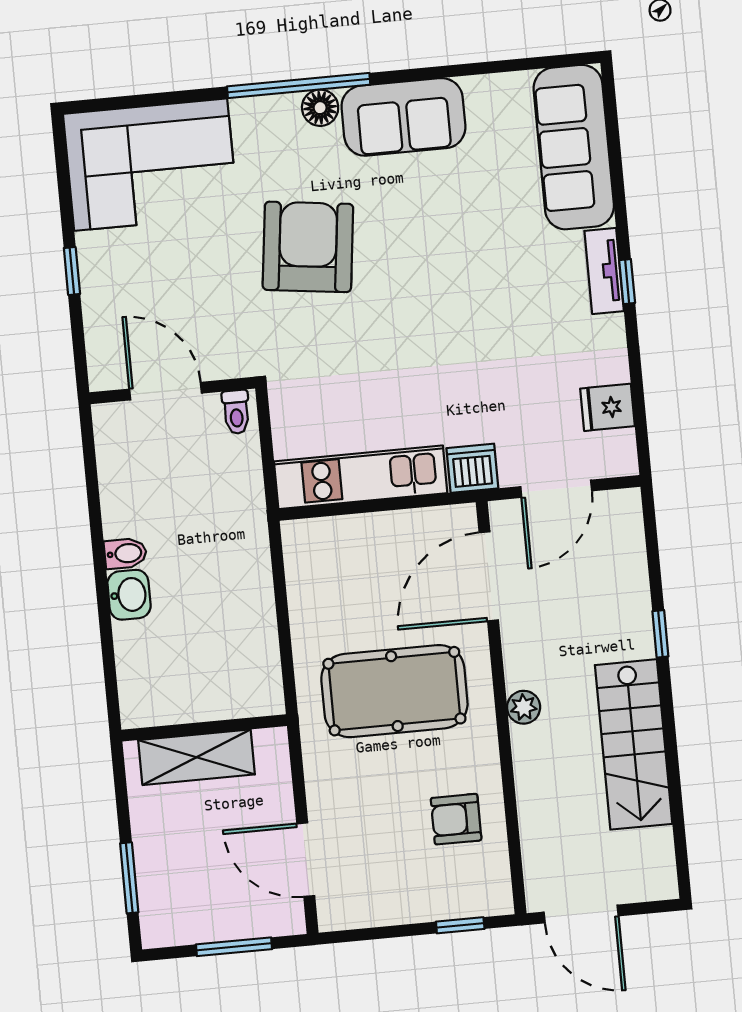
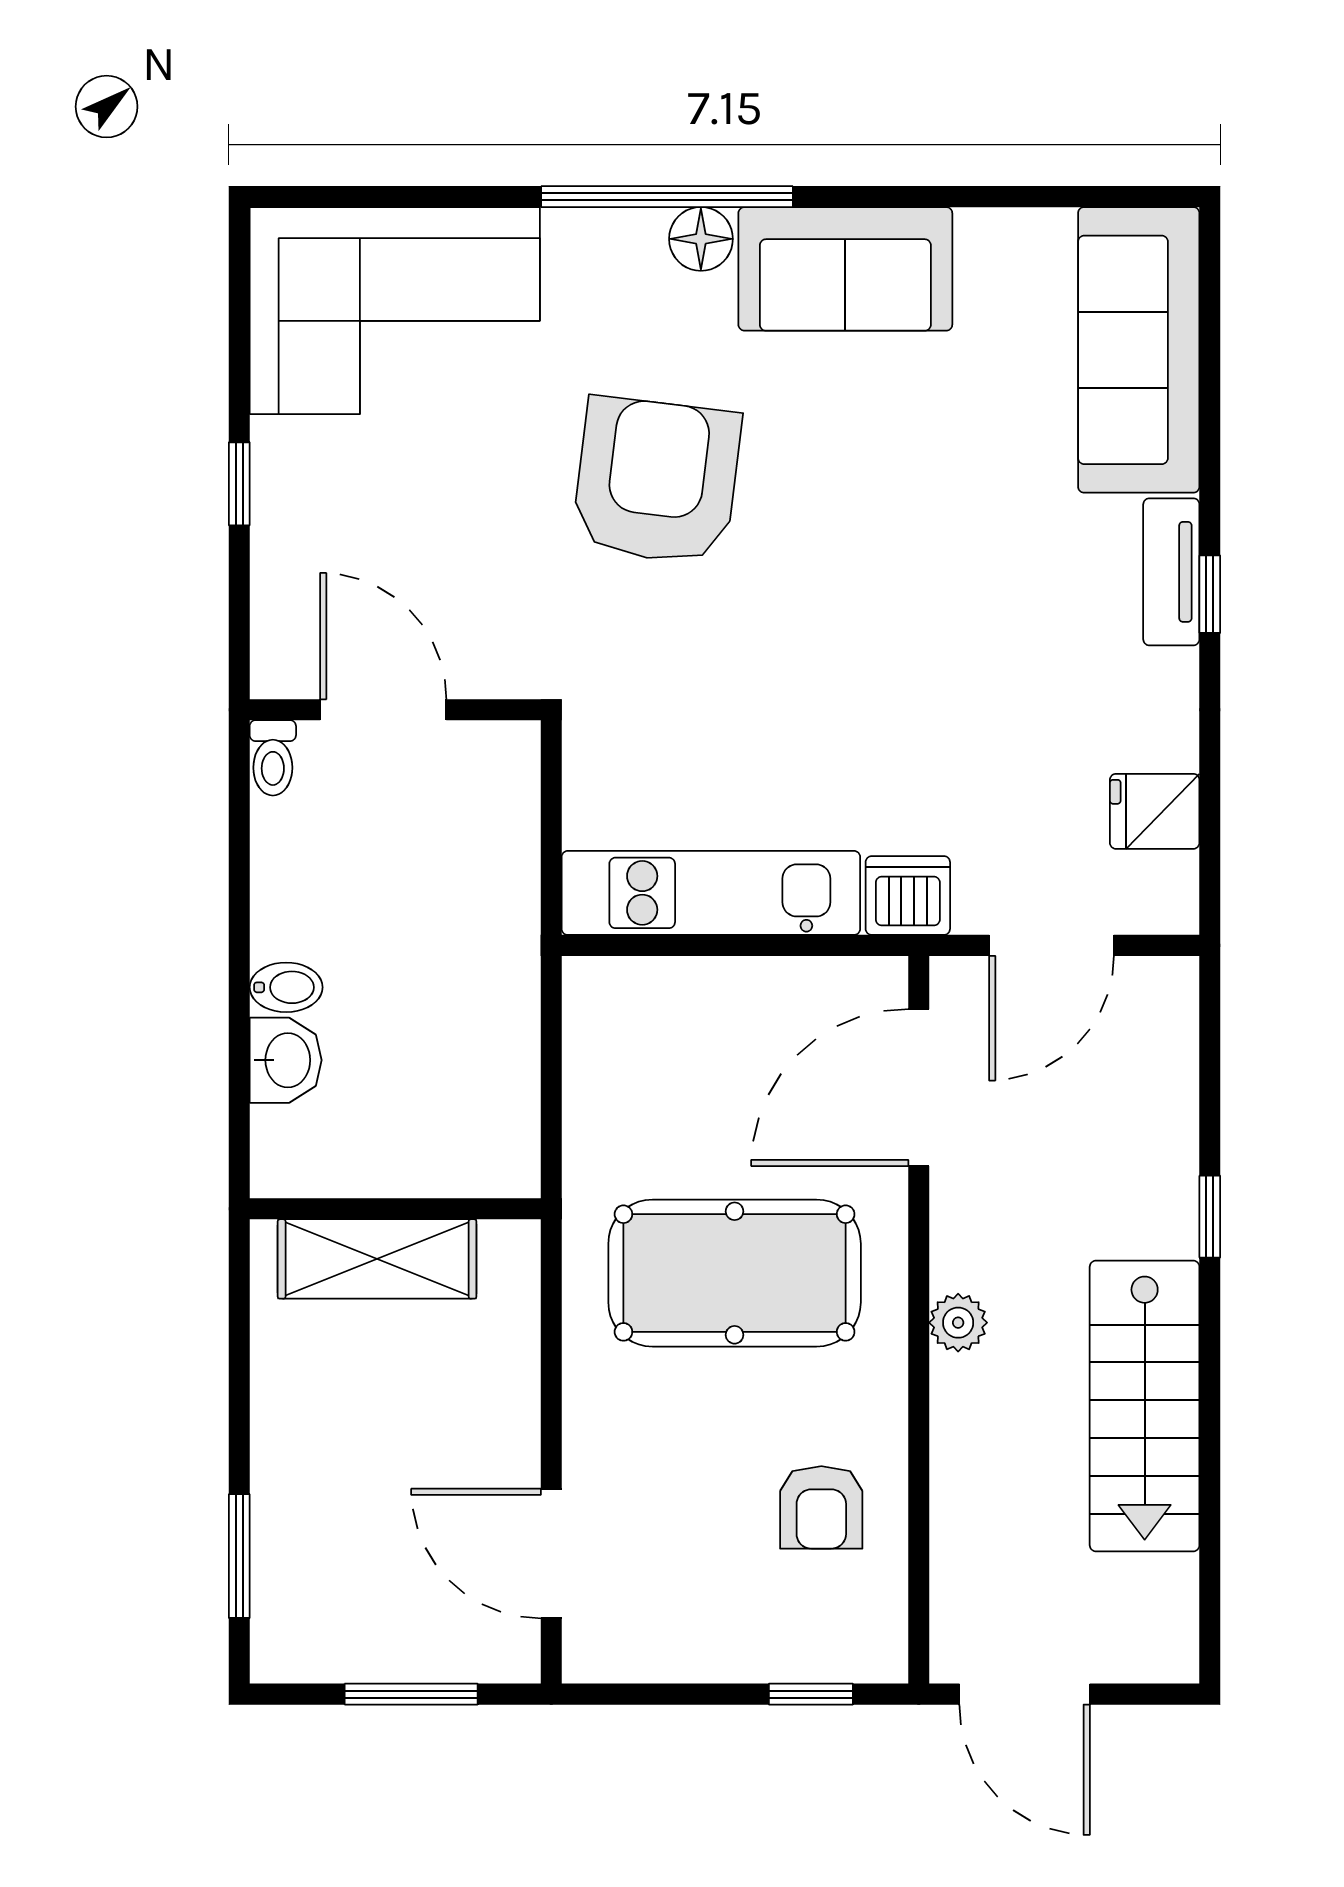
toilet: (236, 412) -> (273, 758), moved
wall: (204, 728) -> (395, 1209), moved
shelving: (197, 757) -> (377, 1259), moved
armchair: (456, 819) -> (821, 1507), turned -90

